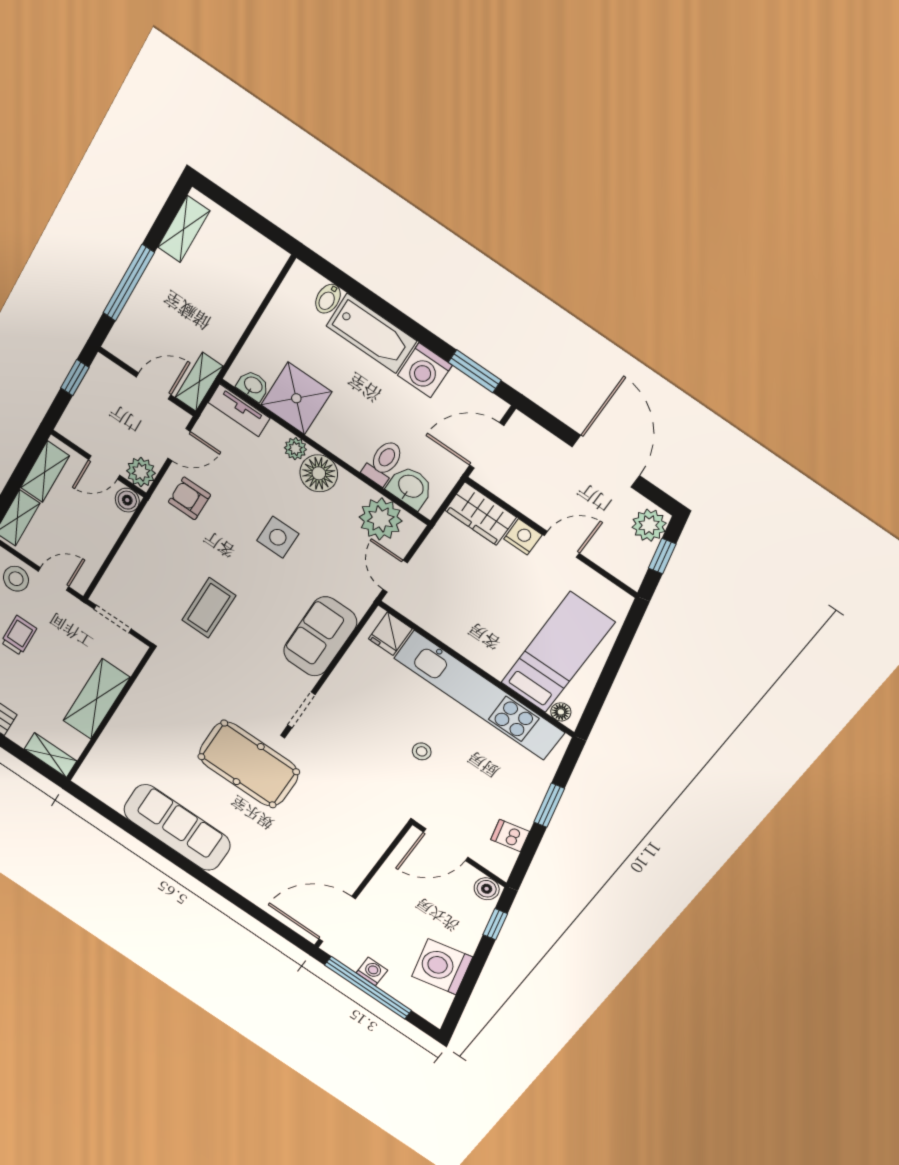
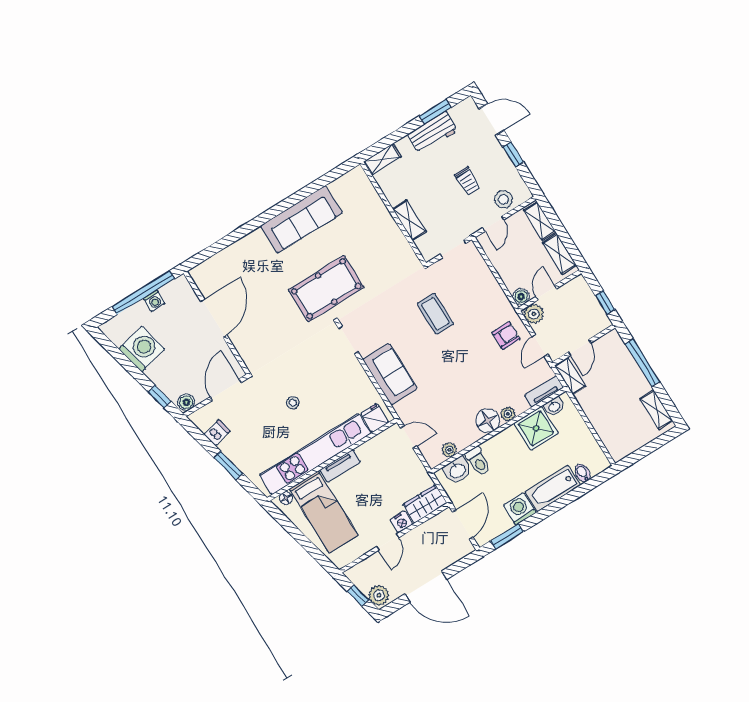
plant: (381, 519) -> (449, 450), width x0.53, depth x0.53
side table: (278, 537) -> (461, 378), removed
tv unit: (480, 655) -> (340, 466), added
shelving: (97, 699) -> (409, 220), width x0.67, depth x0.75
door: (337, 919) -> (214, 318), moved

